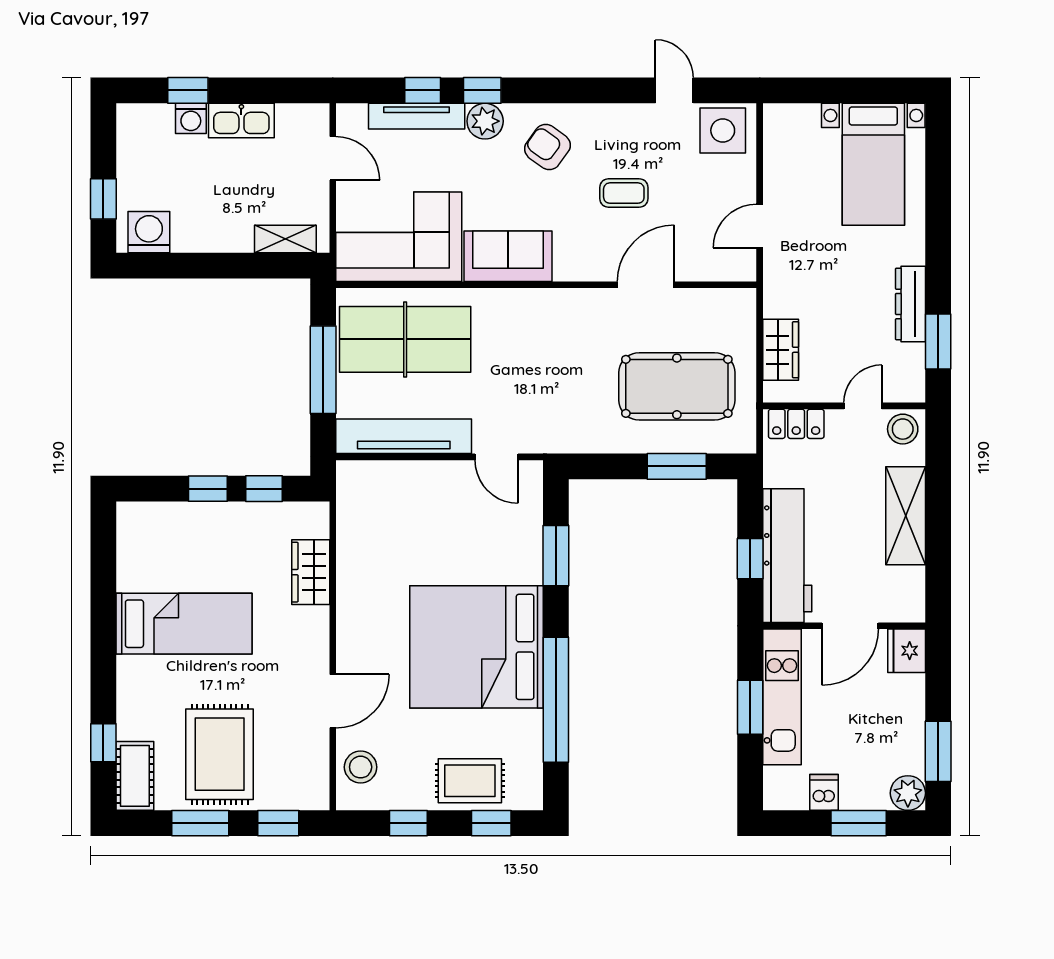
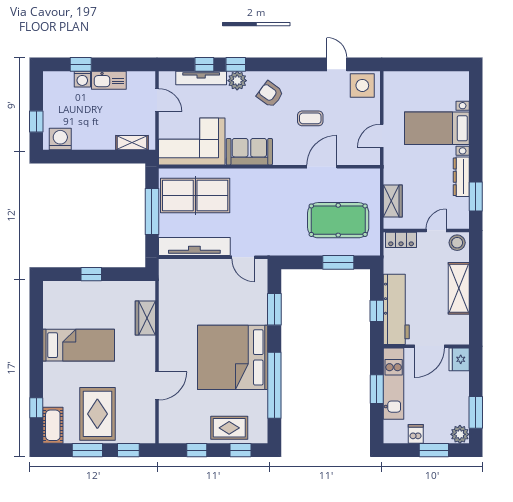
bed with nightstands: (873, 164) -> (437, 128), moved, turned 90
window: (264, 489) -> (121, 274), removed
stool: (361, 767) -> (172, 421), removed

